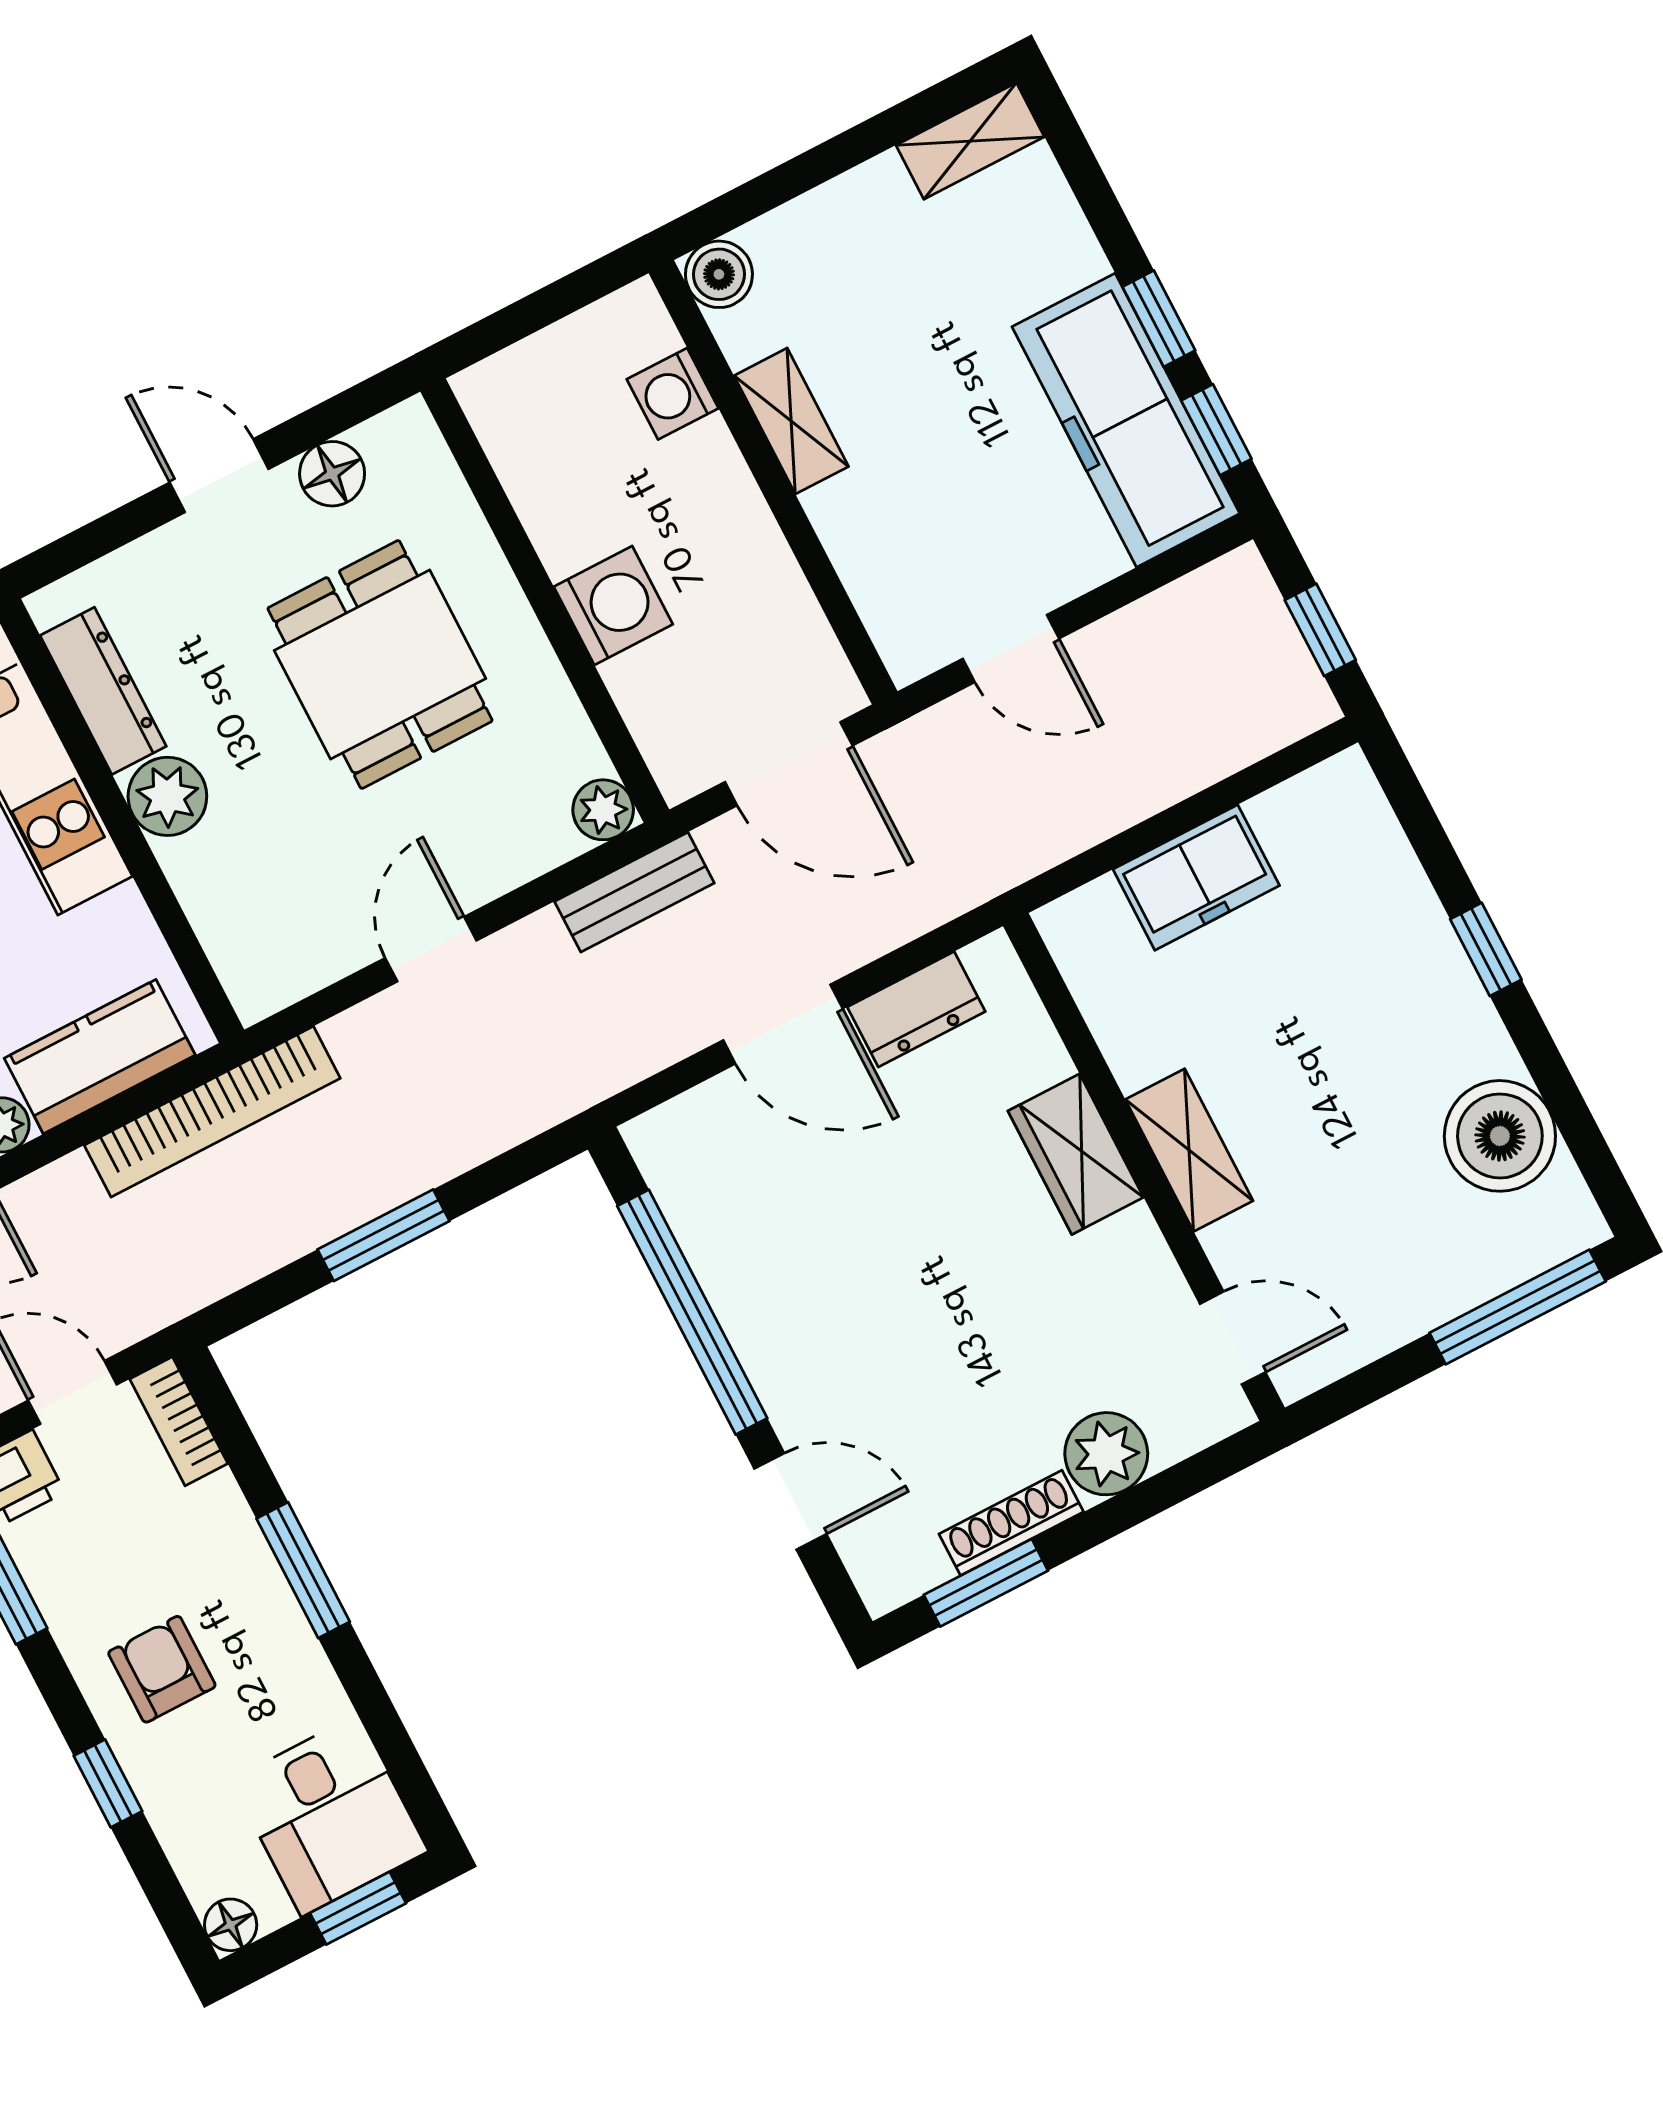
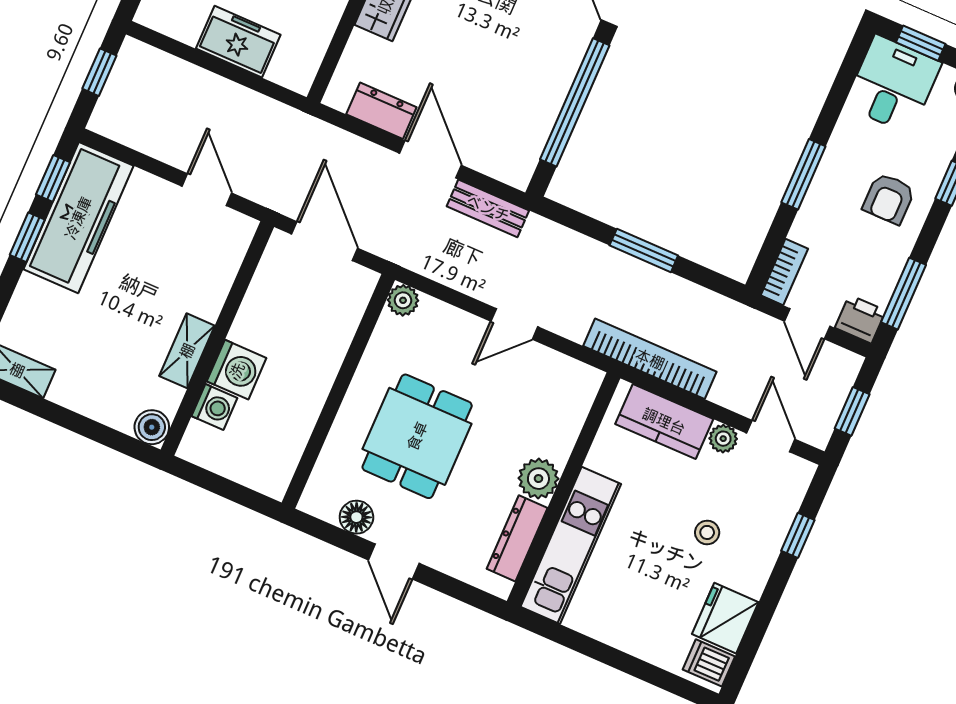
washing machine: (613, 606) -> (237, 370), moved, turned 180
bench: (634, 892) -> (488, 208), moved

